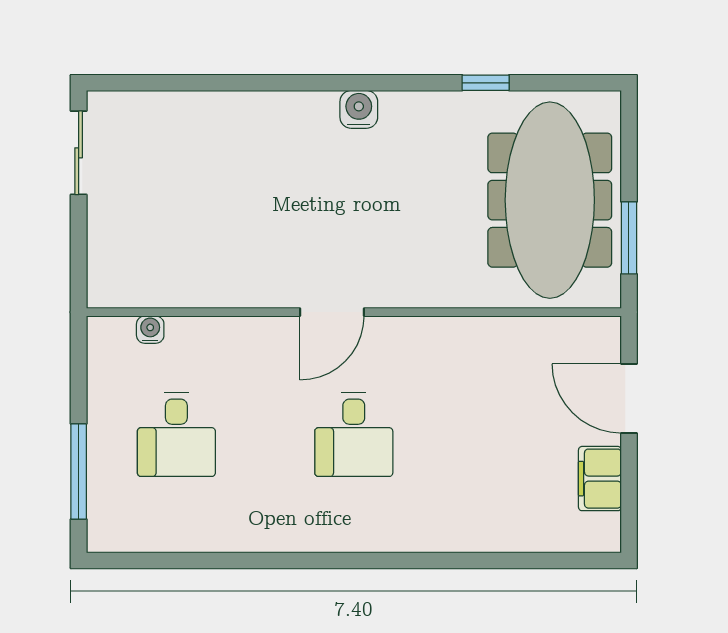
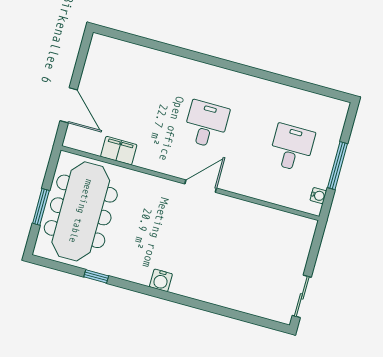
window: (629, 238) -> (41, 207), moved
water cooler: (150, 330) -> (318, 196), moved, turned -90
window: (79, 472) -> (338, 166), moved
filing cabinet: (600, 479) -> (119, 151), moved, turned -90

